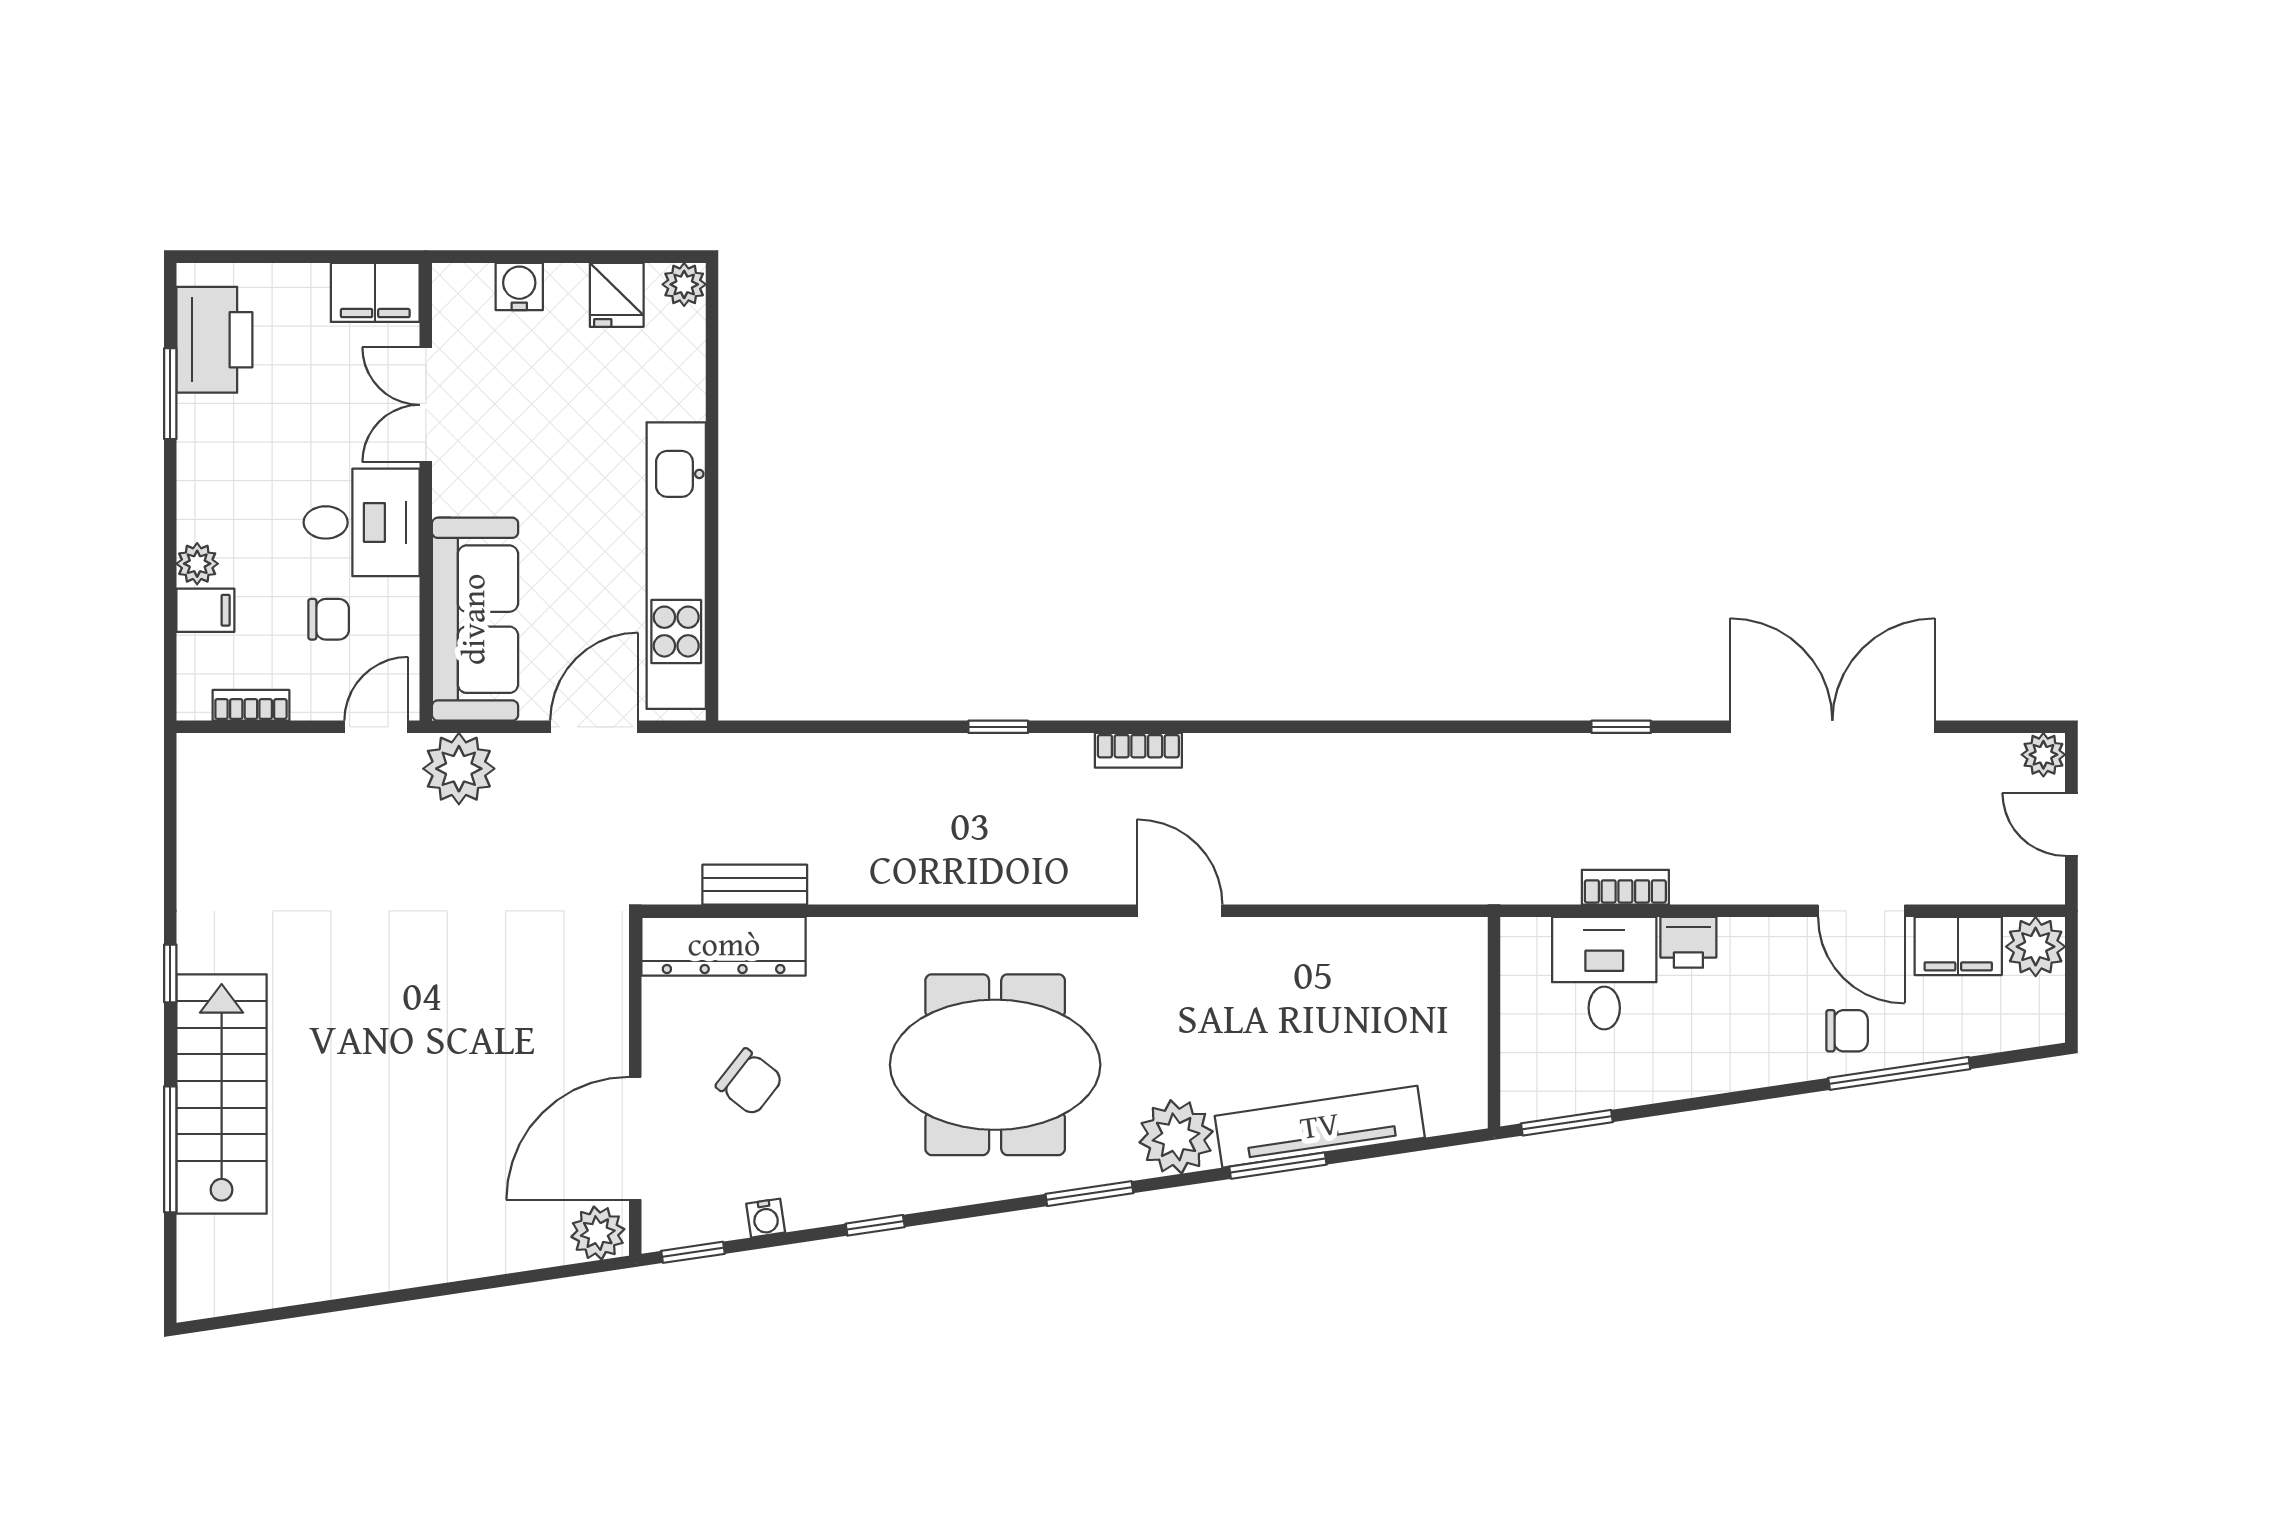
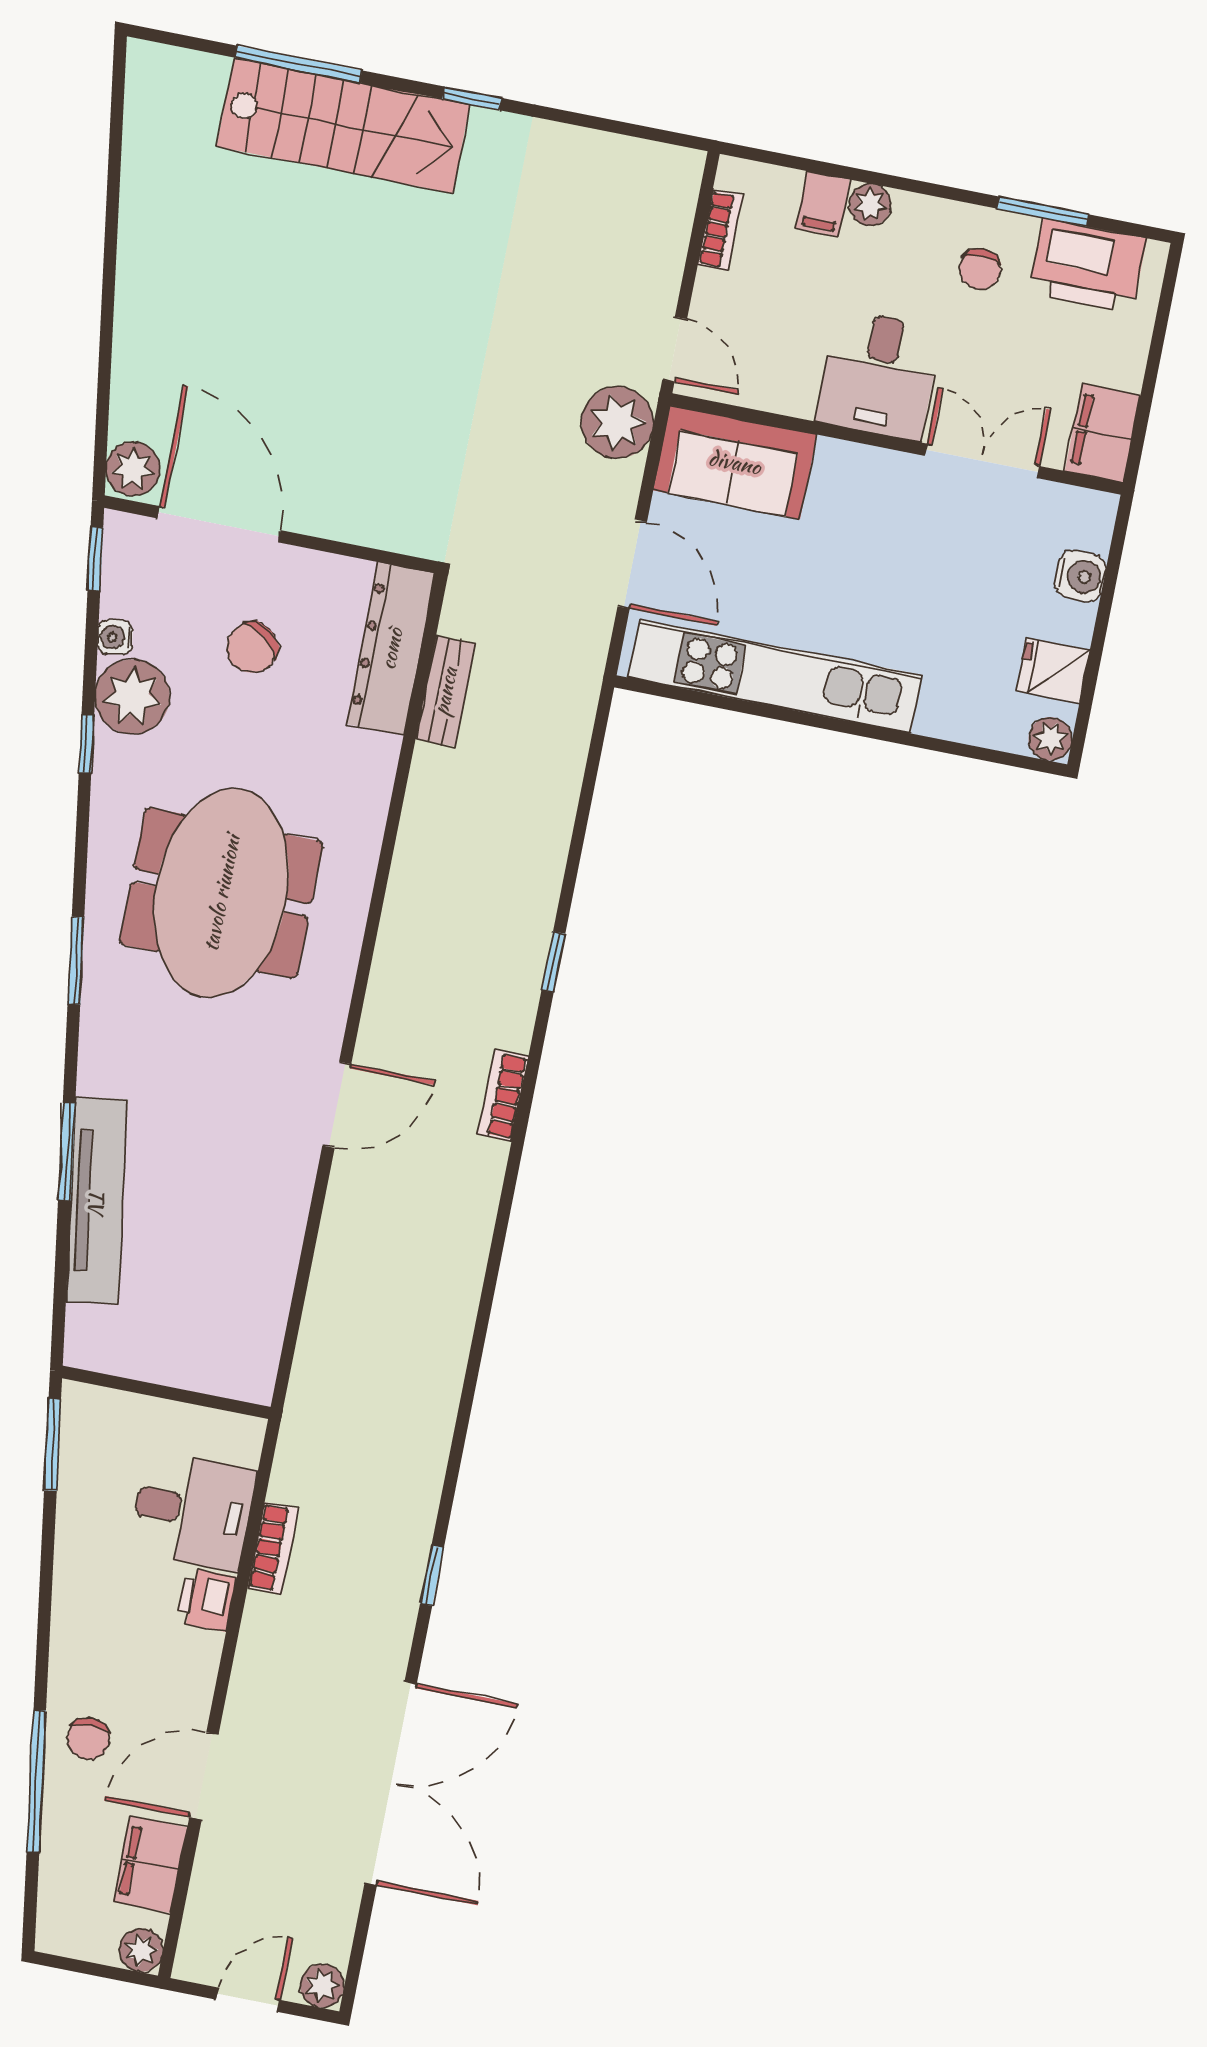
chair: (329, 619) -> (980, 269), moved
sofa: (475, 619) -> (735, 462), width x0.73
plant: (2036, 947) -> (141, 1950), width x0.73, depth x0.73
plant: (1176, 1137) -> (132, 697), moved

